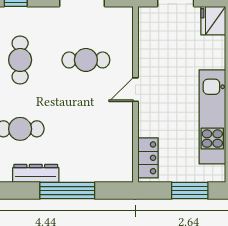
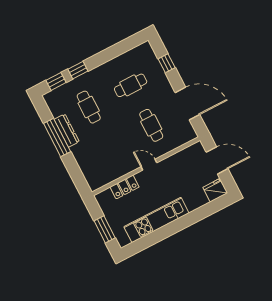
locker: (148, 158) -> (125, 187), moved
window: (67, 191) -> (57, 138), moved

